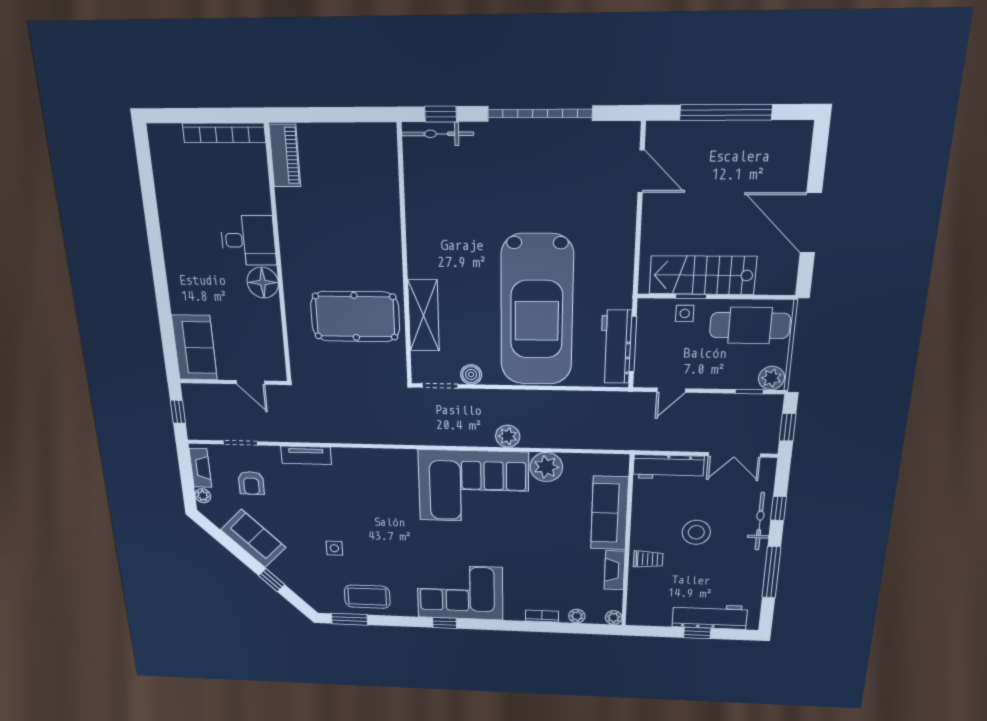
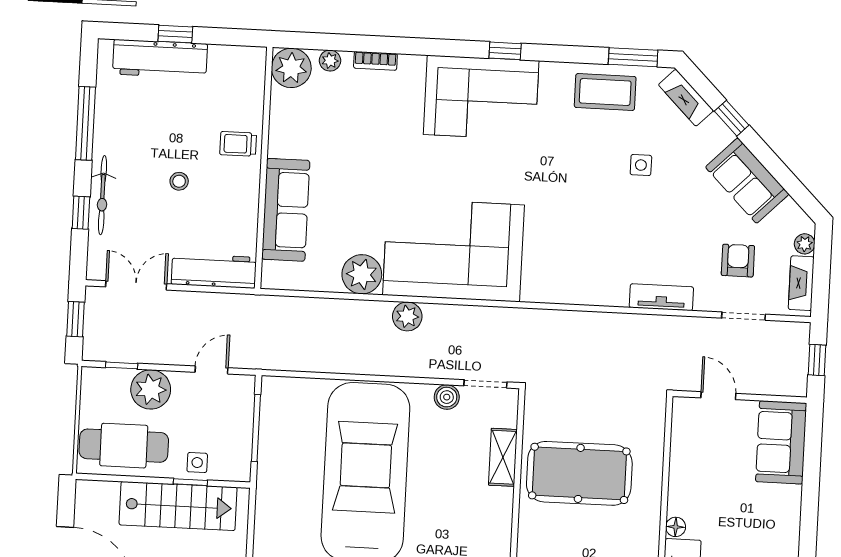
floor lamp: (263, 283) -> (676, 527), width x0.53, depth x0.53
shelving: (424, 316) -> (503, 457), width x0.67, depth x0.75
workbench: (616, 347) -> (275, 425), removed
plant: (772, 378) -> (151, 389), moved, width x1.36, depth x1.36
stool: (696, 532) -> (179, 181), width x0.53, depth x0.53
fireplace: (615, 570) -> (686, 98), moved, turned 135
plant: (614, 617) -> (291, 68), width x1.87, depth x1.87

